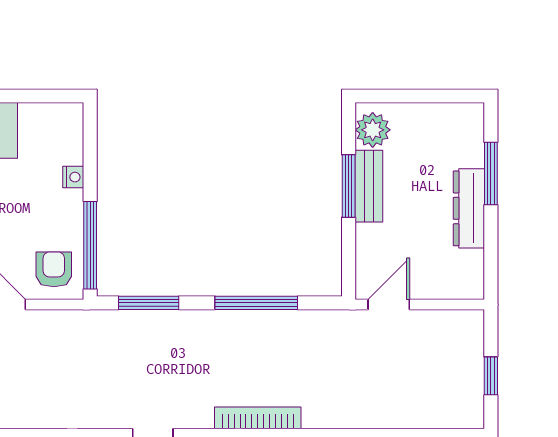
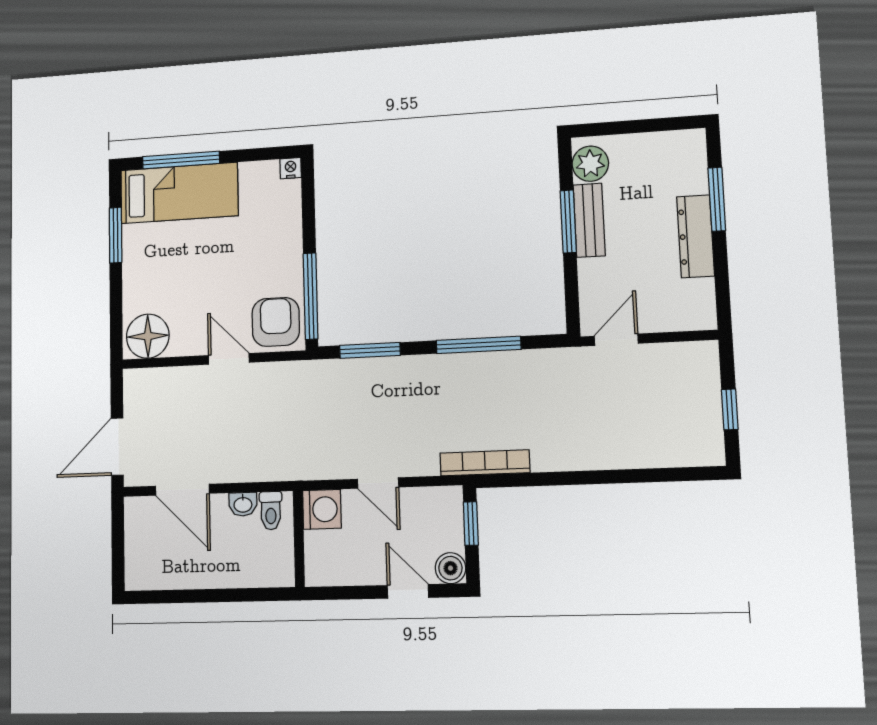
nightstand: (73, 177) -> (291, 168), moved, turned -90
armchair: (54, 269) -> (276, 322), width x1.38, depth x1.38

